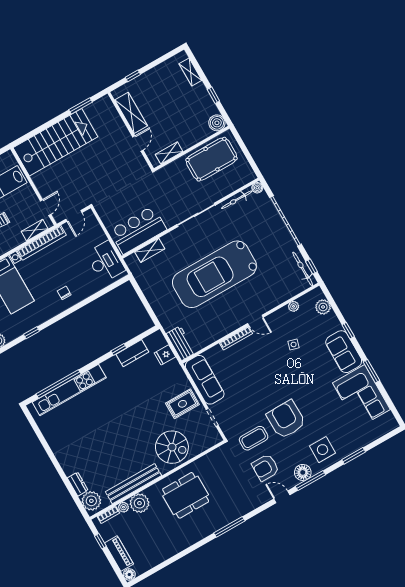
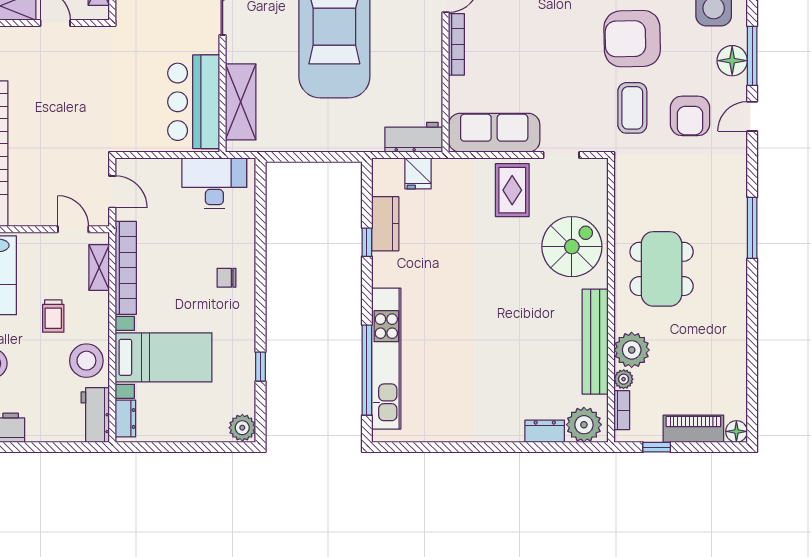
shelving: (150, 250) -> (241, 102), width x1.50, depth x1.33

